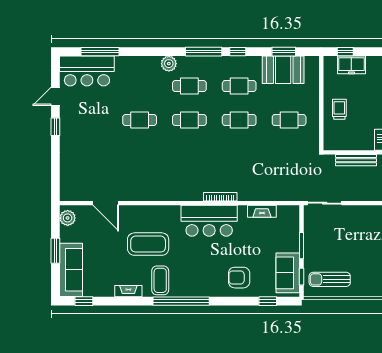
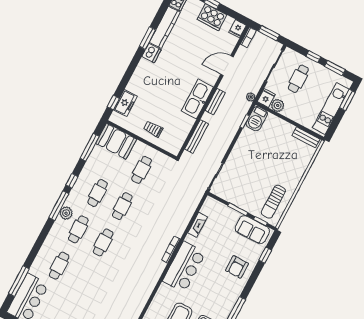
window: (284, 52) -> (90, 147), width x1.44
plant: (169, 64) -> (66, 213), moved
booth: (283, 70) -> (116, 141), moved, turned 90
cafe table: (140, 120) -> (59, 266), moved

